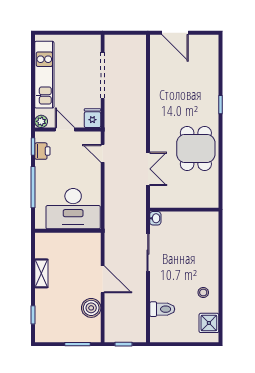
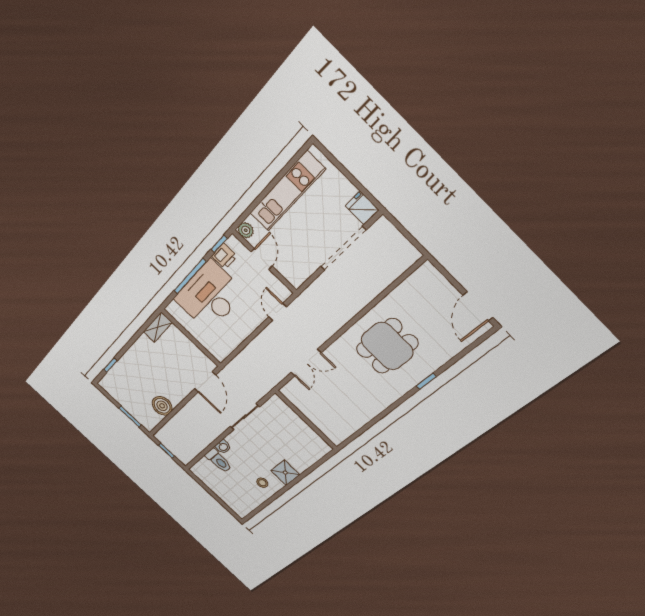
door: (175, 33) -> (478, 306), moved
fridge: (92, 118) -> (362, 208), moved, turned -90
dining table: (196, 148) -> (387, 346), moved
desk: (73, 209) -> (209, 296), moved, turned 90
washbasin: (155, 218) -> (223, 447), moved
shelving: (41, 273) -> (158, 327), moved
door: (103, 279) -> (205, 382), moved
shower: (209, 323) -> (285, 473), moved

